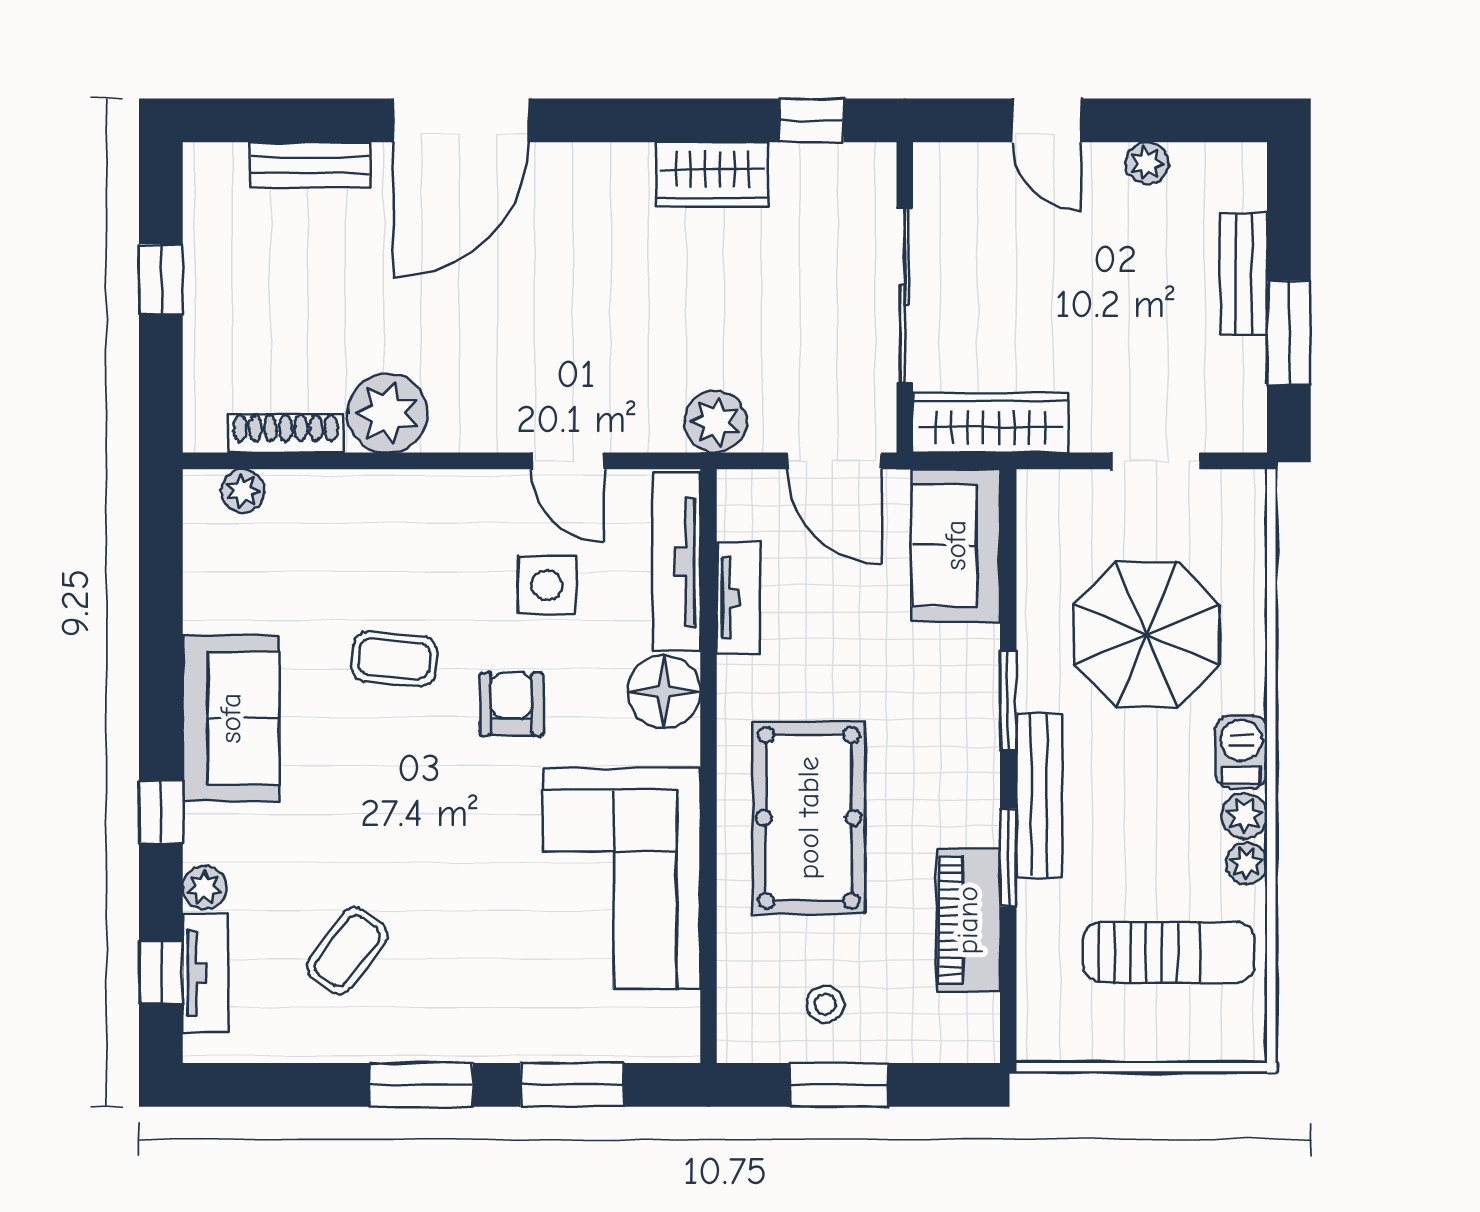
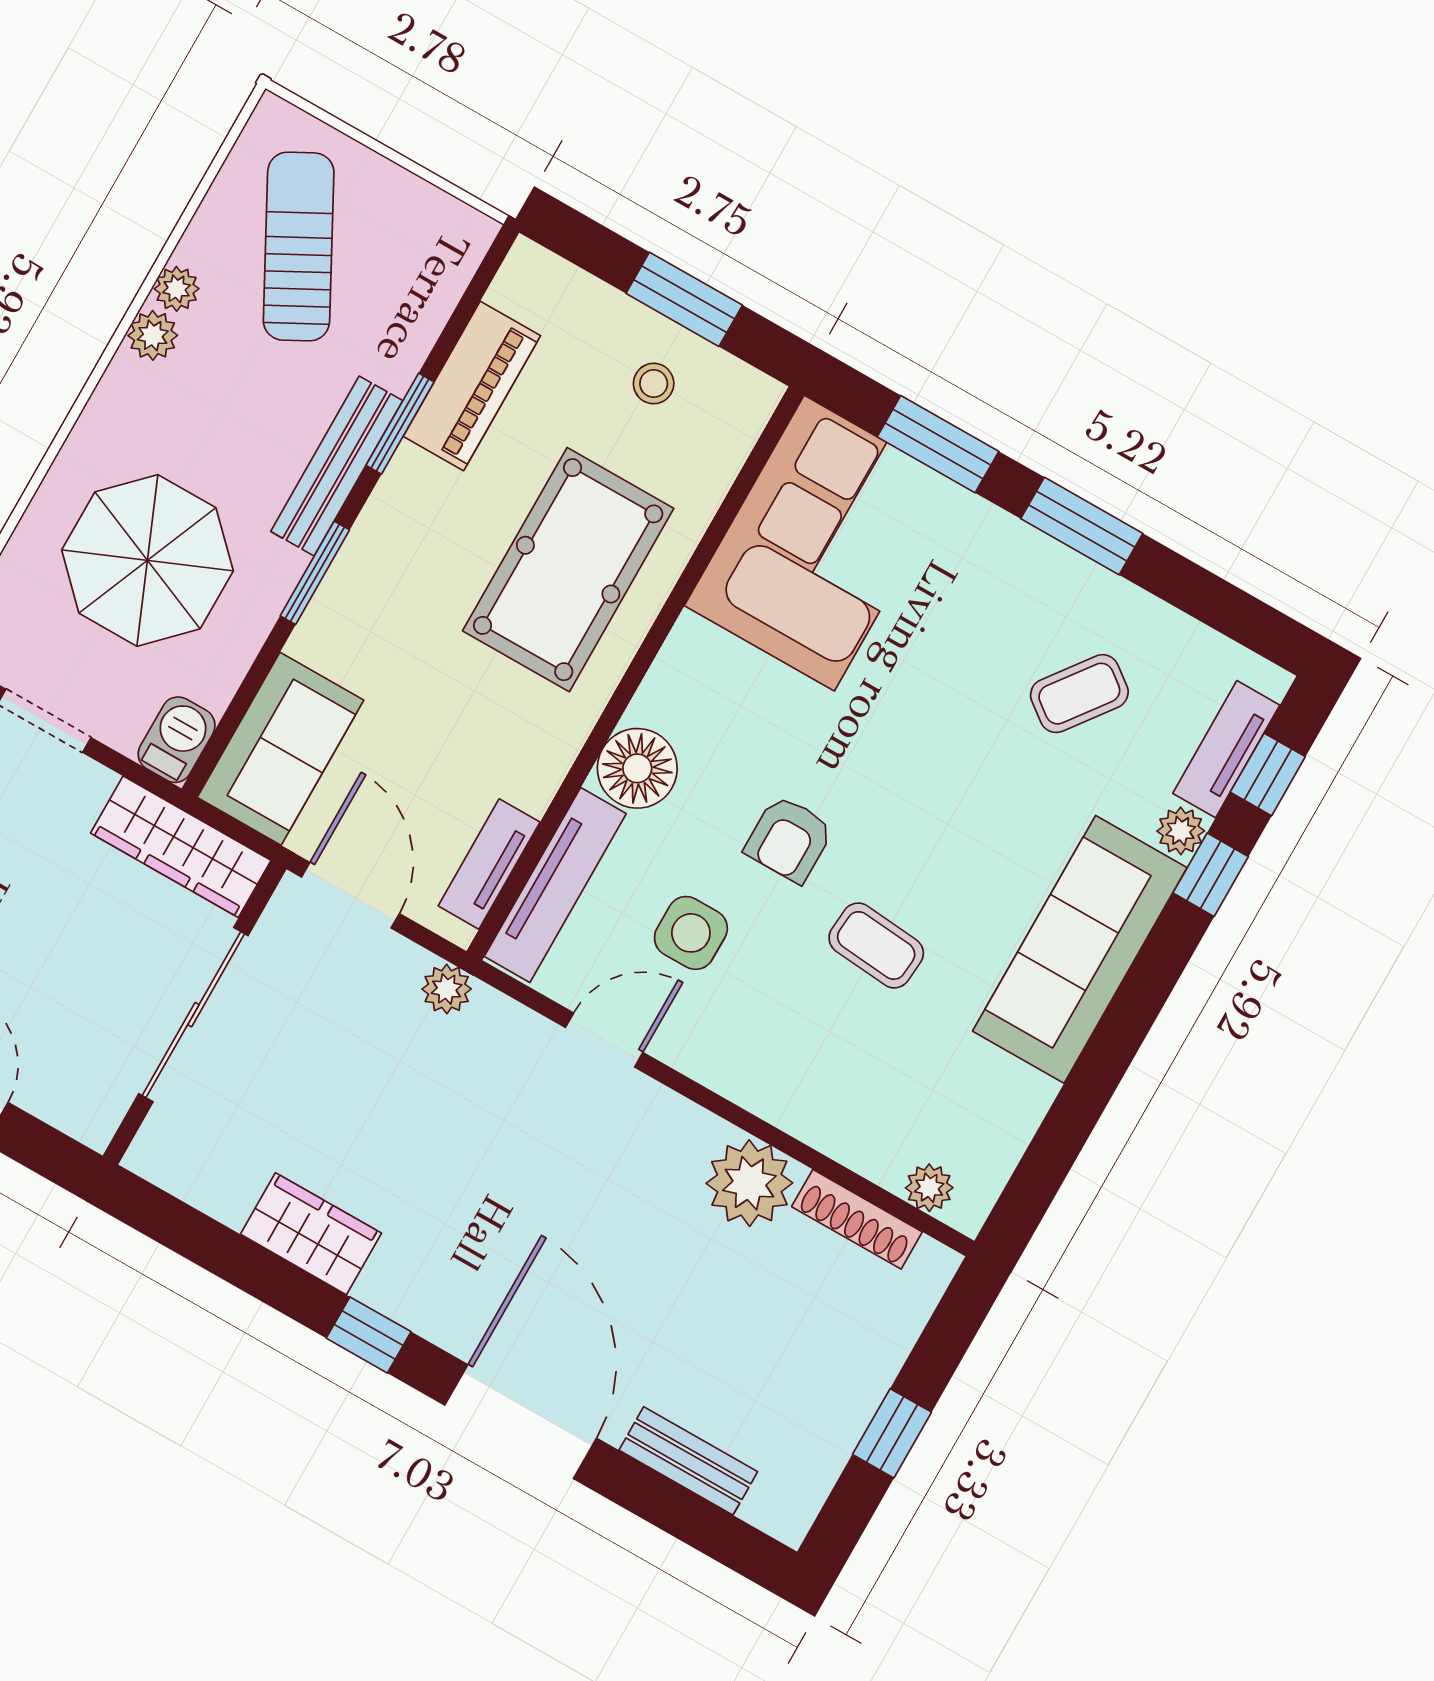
door: (461, 120) -> (521, 1422), hinge flipped
window: (811, 120) -> (369, 1335), moved
plant: (715, 422) -> (447, 989), width x0.73, depth x0.73
door: (567, 461) -> (604, 1040), hinge flipped
tv unit: (738, 598) -> (489, 864), moved
sofa: (231, 718) -> (1080, 949), width x1.36
barbecue: (1241, 752) -> (177, 740), moved, turned 180
window: (161, 812) -> (1211, 875), moved
corner sofa: (621, 878) -> (819, 543), moved
sun lounger: (1169, 952) -> (299, 247), turned 62

